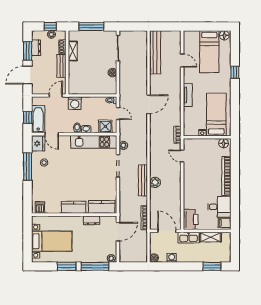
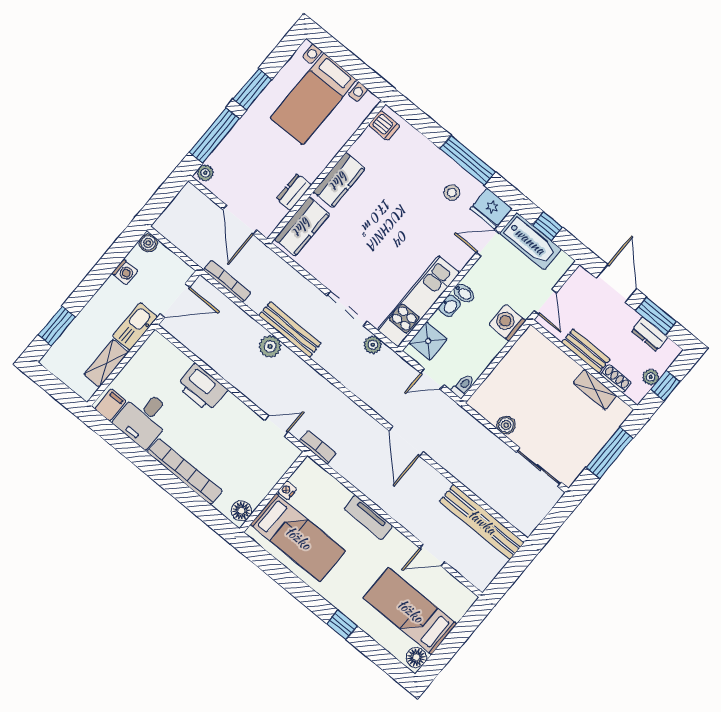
printer: (191, 220) -> (202, 388), moved

